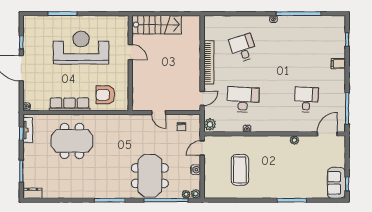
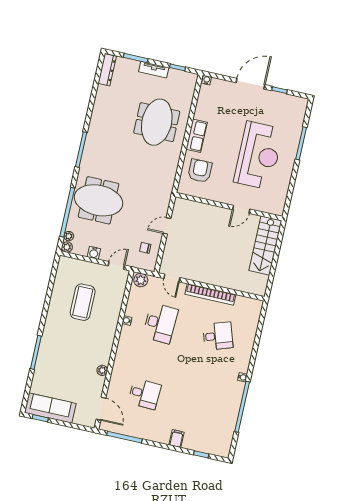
row of seats: (70, 104) -> (197, 136), width x0.68
tv unit: (28, 130) -> (154, 70), moved
door: (202, 148) -> (116, 266), hinge flipped
coffee table: (240, 170) -> (83, 302), turned 90
sofa: (336, 183) -> (50, 408), width x1.36
dresser: (33, 193) -> (107, 70), width x1.44

